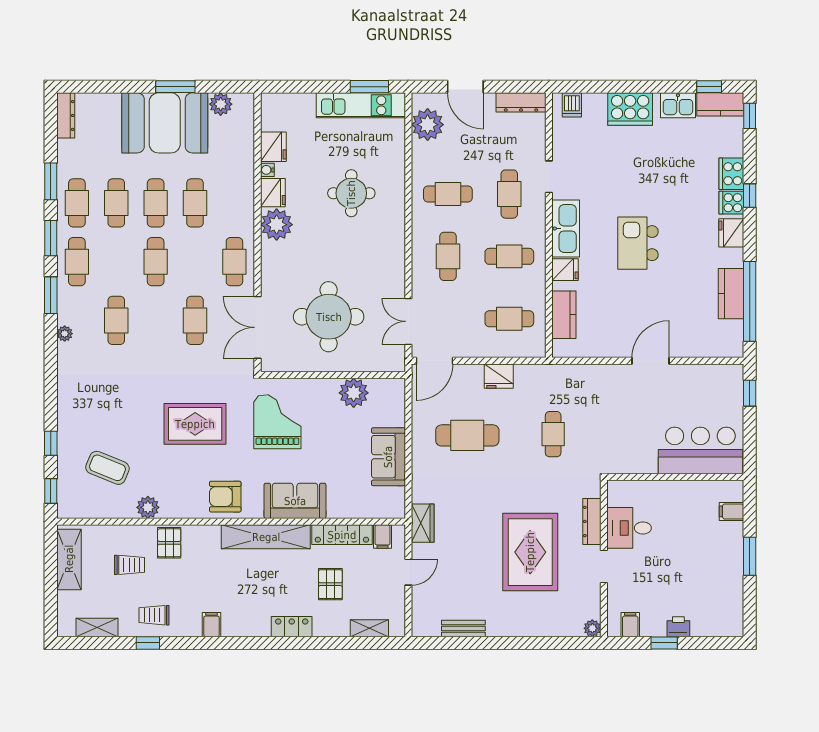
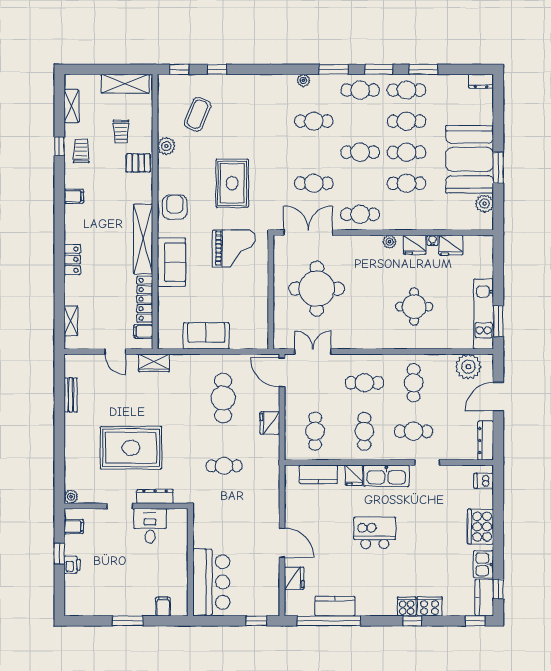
dresser: (66, 115) -> (481, 81), width x0.70
plant: (277, 225) -> (389, 242), width x0.53, depth x0.53
fridge: (731, 233) -> (294, 578), moved, turned 90
plant: (354, 393) -> (257, 308), removed
pallet: (330, 584) -> (106, 290), removed

